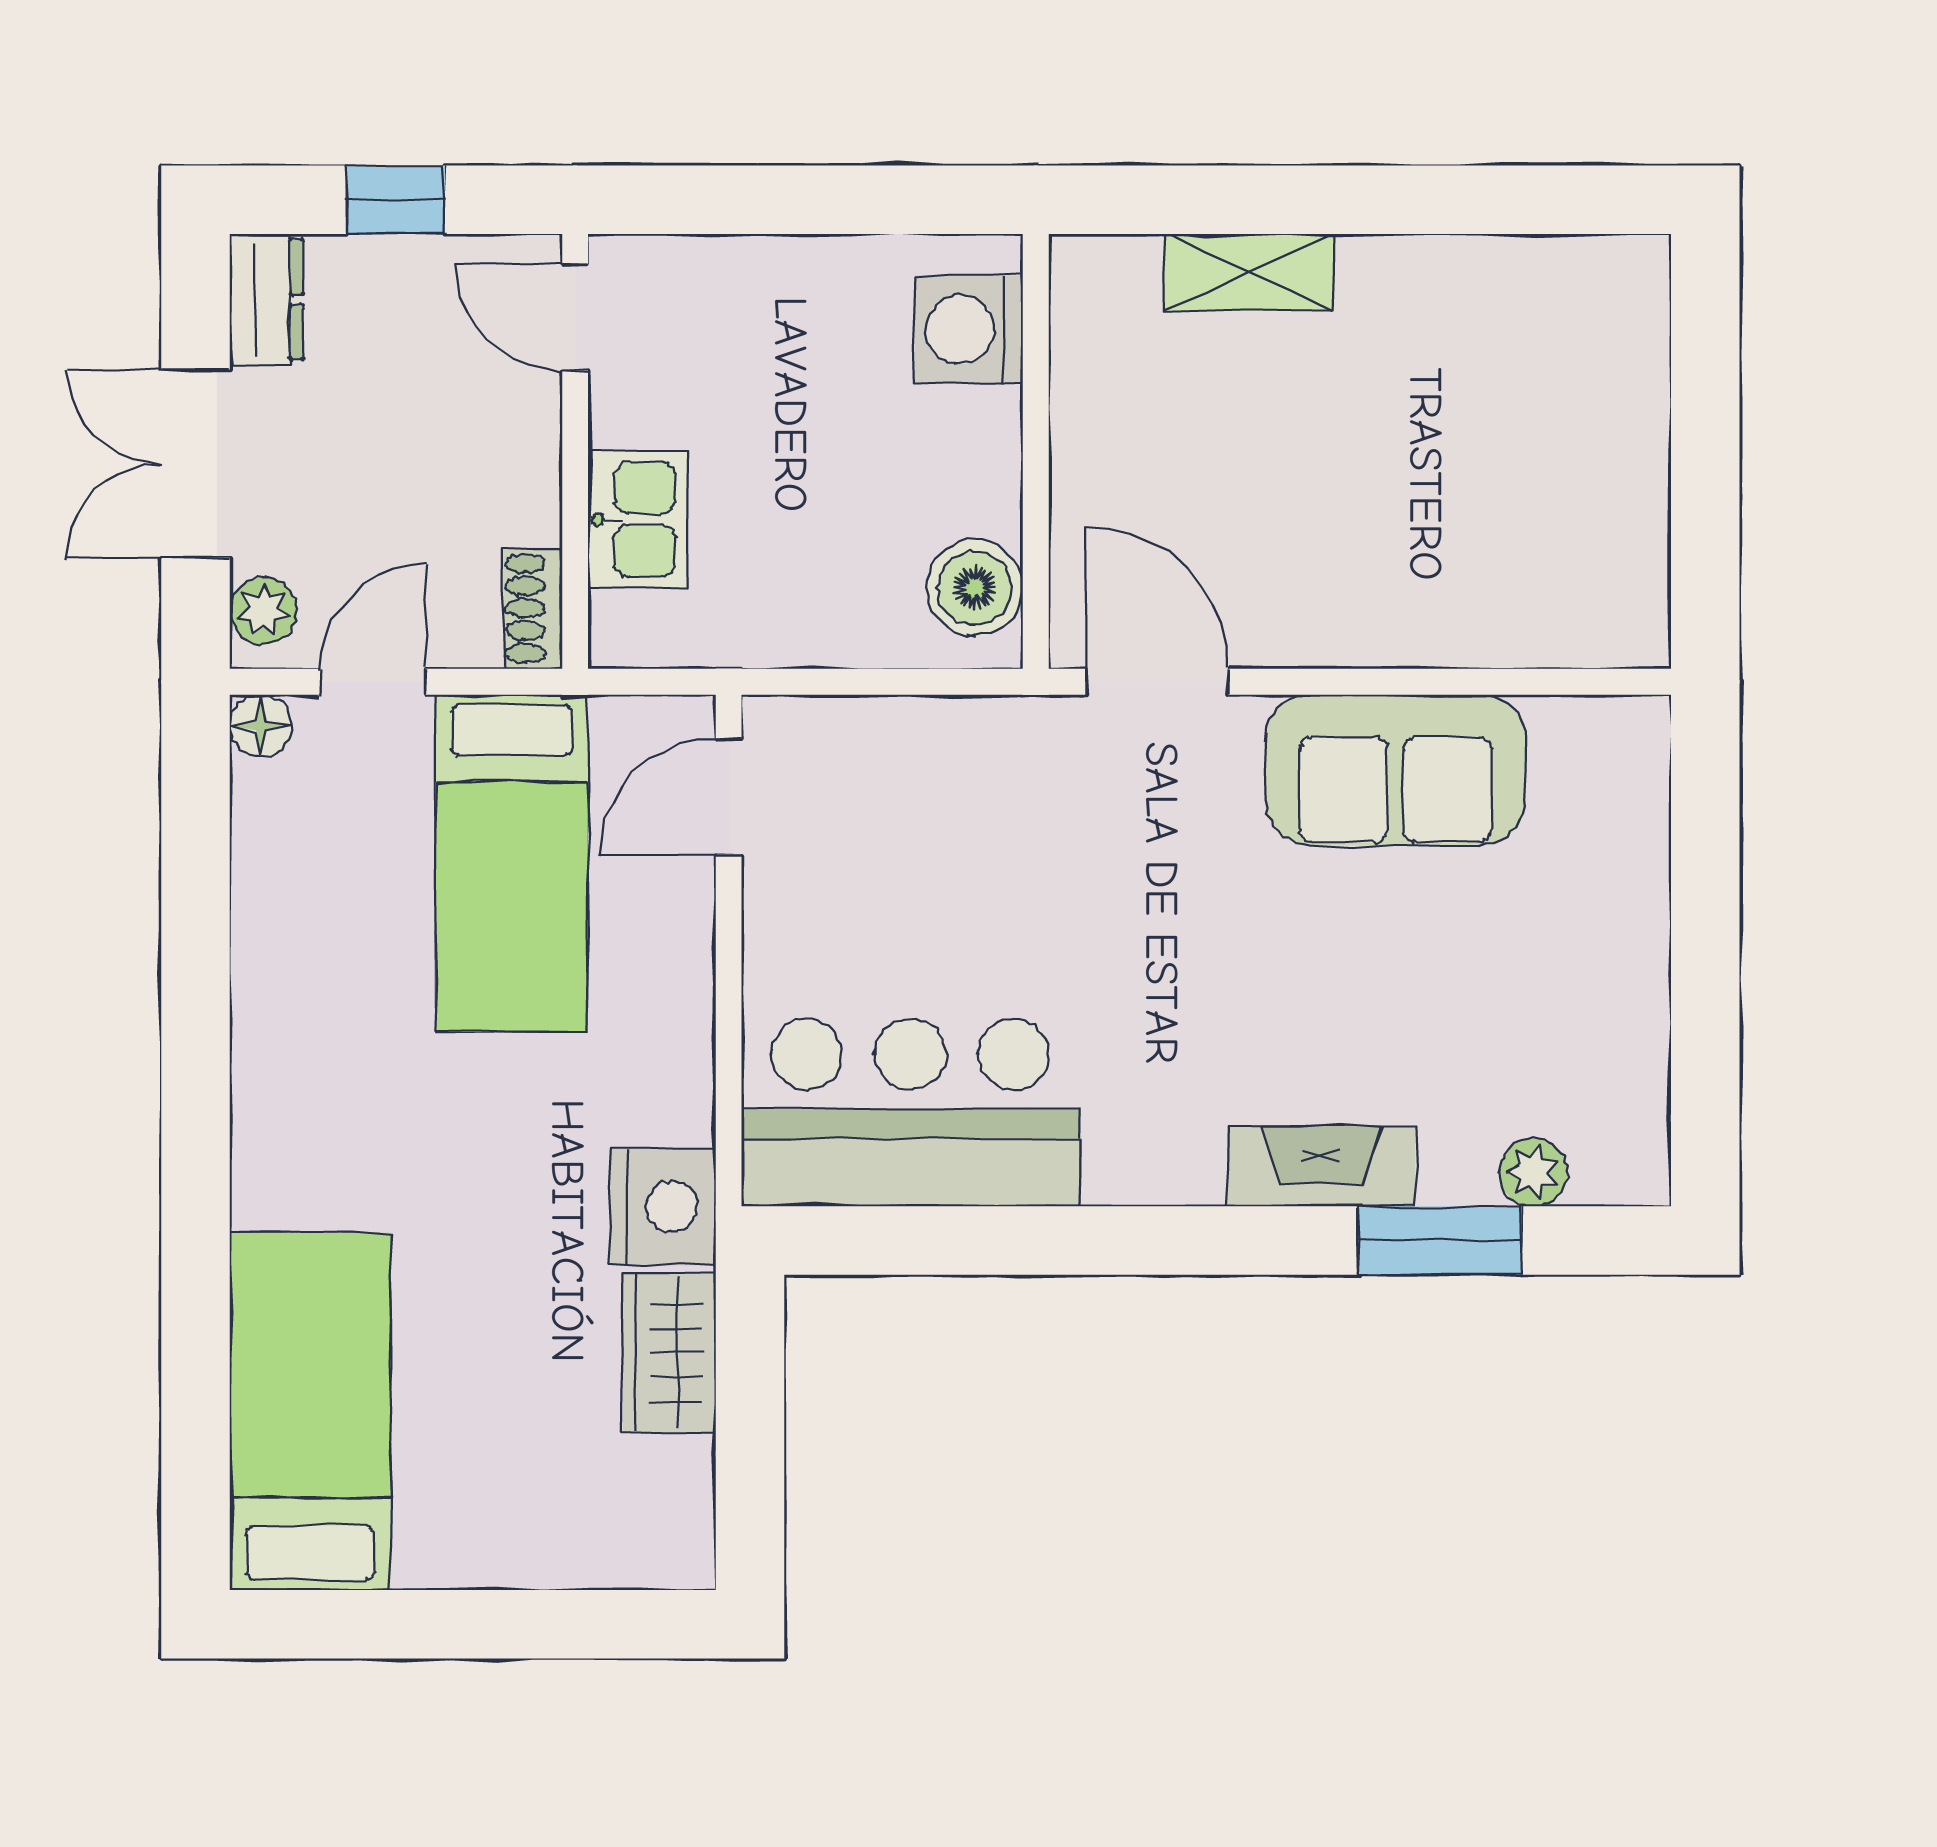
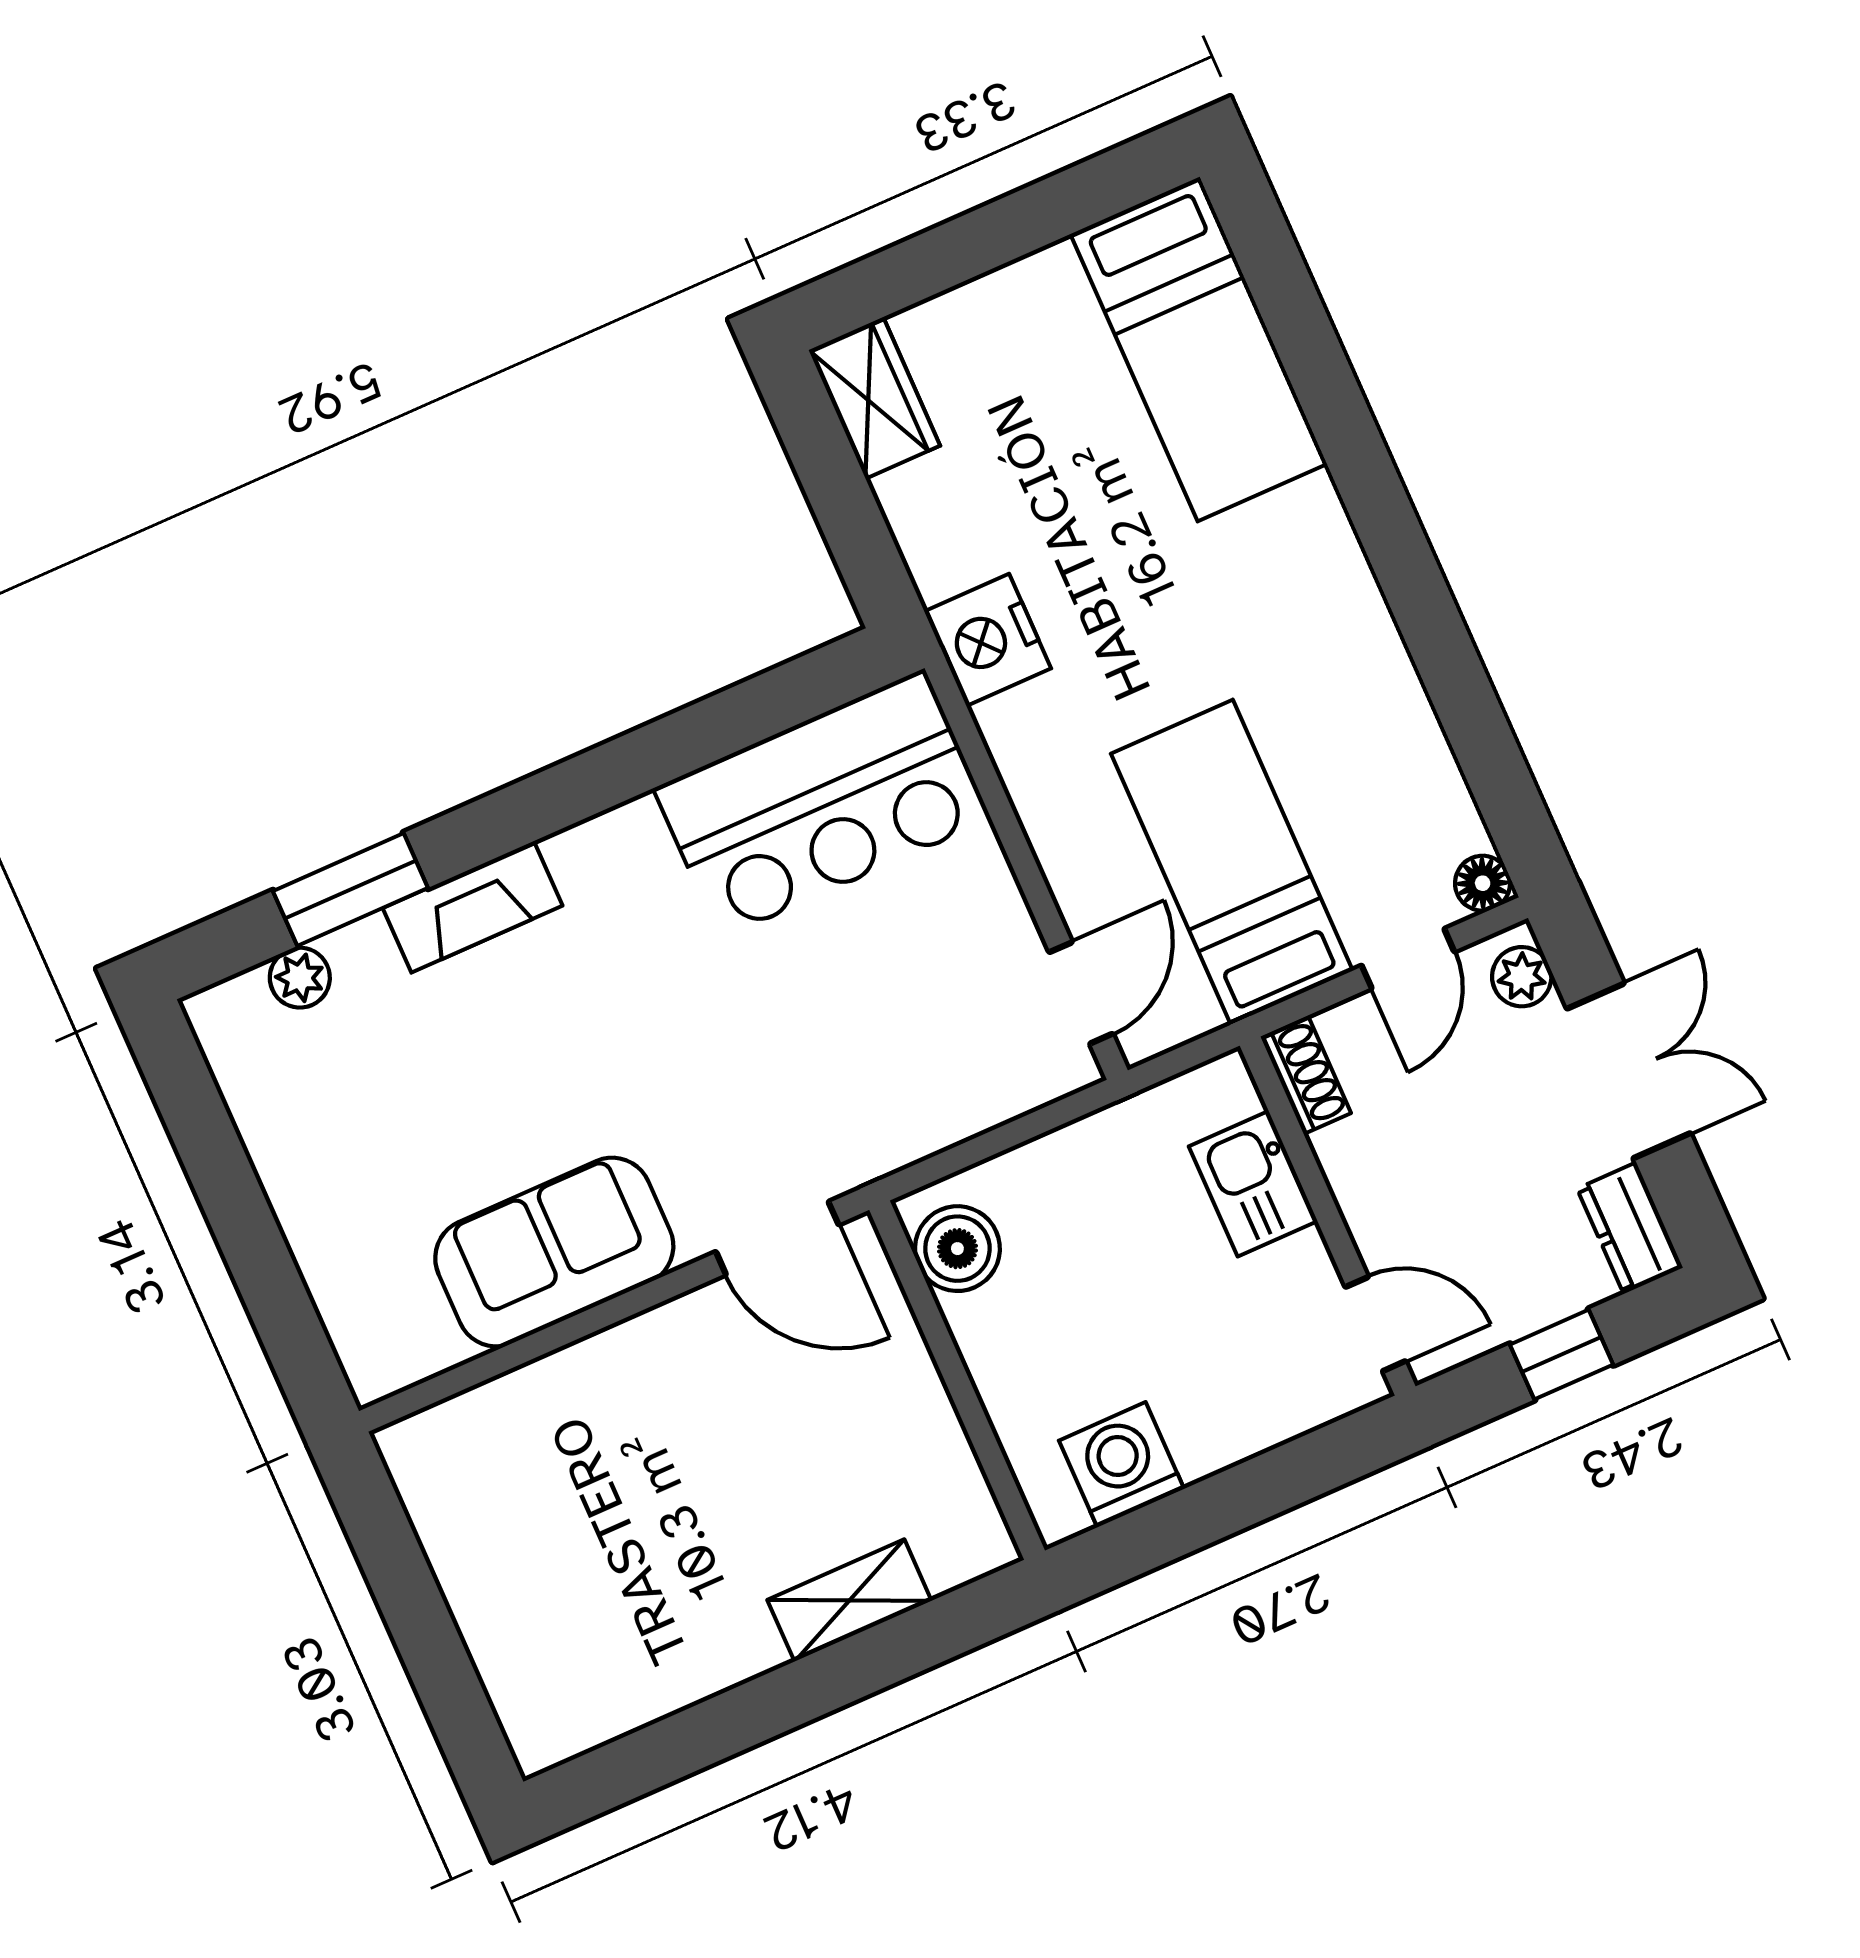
washing machine: (969, 329) -> (1121, 1465), moved, turned -90
wardrobe: (669, 1352) -> (874, 398), moved

